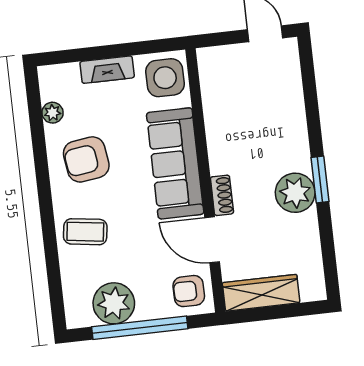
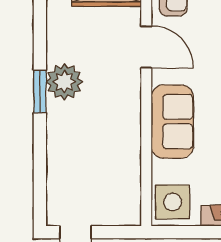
sofa: (175, 163) -> (172, 122), width x0.73
shoe rack: (222, 195) -> (132, 87), removed

